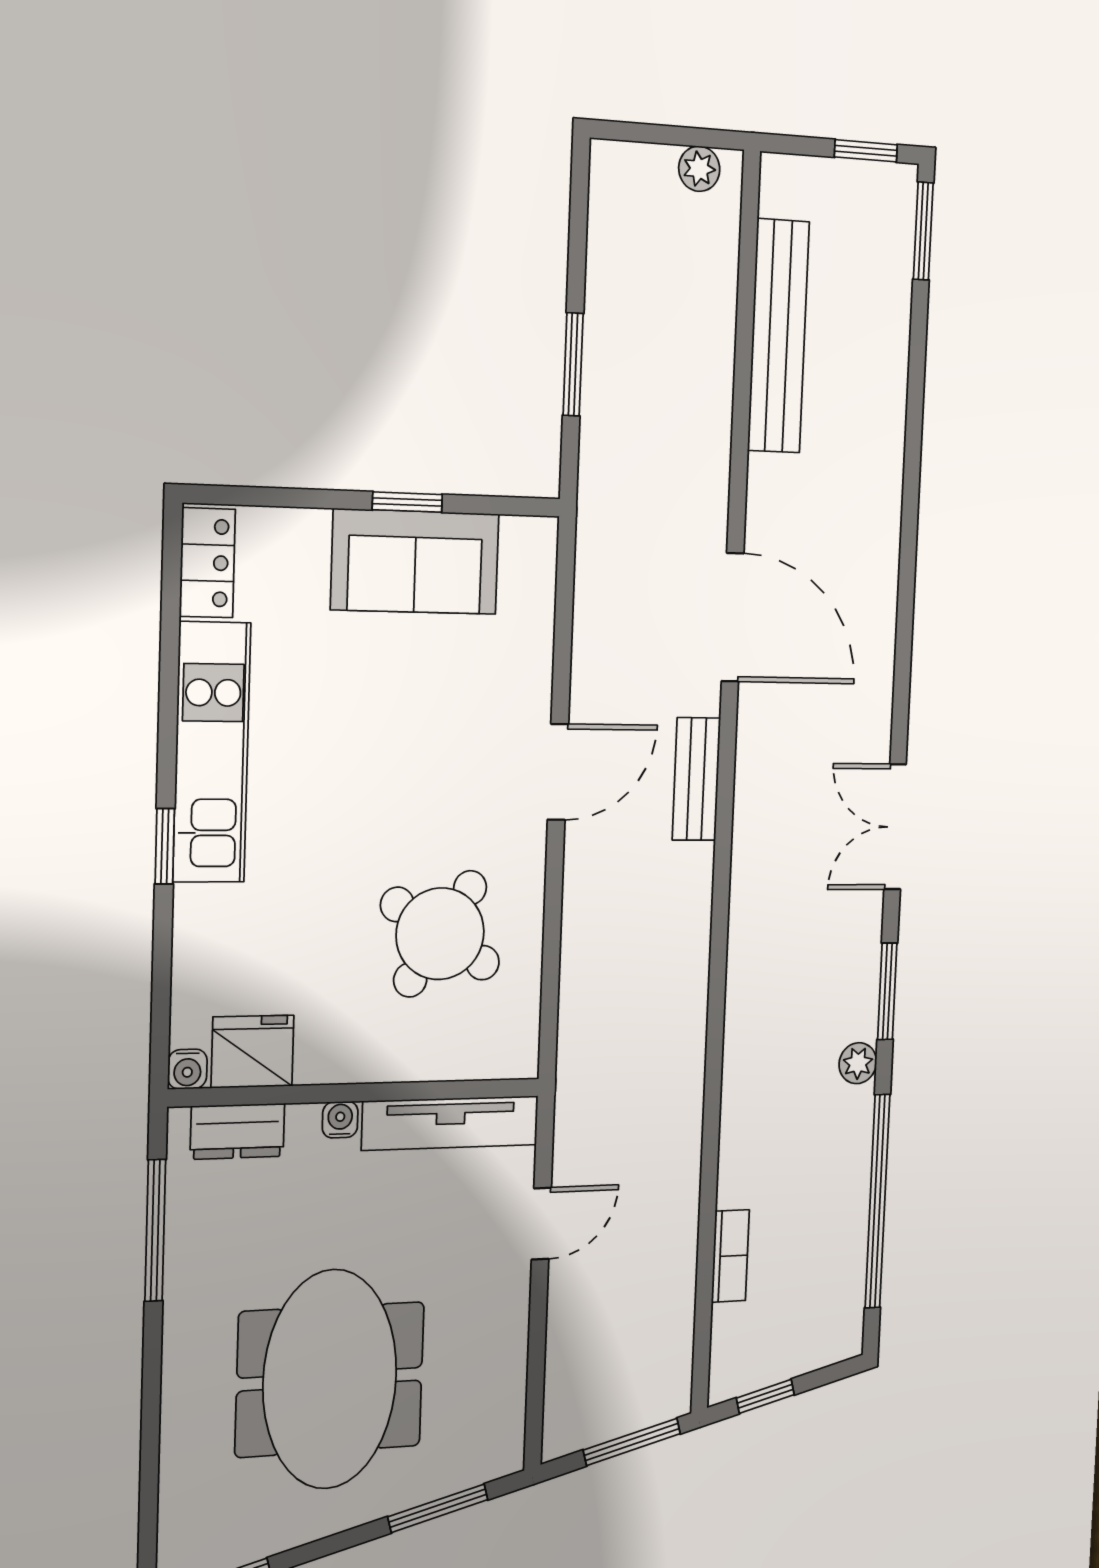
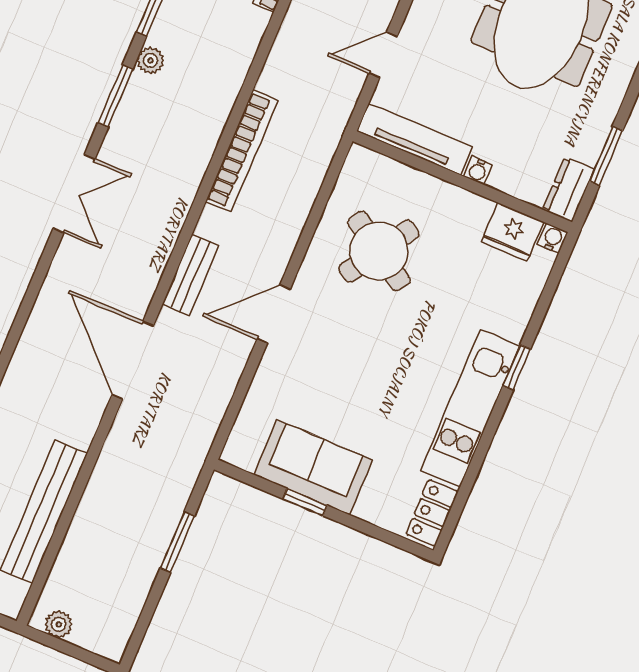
bookcase: (689, 992) -> (242, 151), added
dresser: (238, 1131) -> (569, 190), moved, turned -90
window: (155, 1230) -> (606, 156), width x0.69

